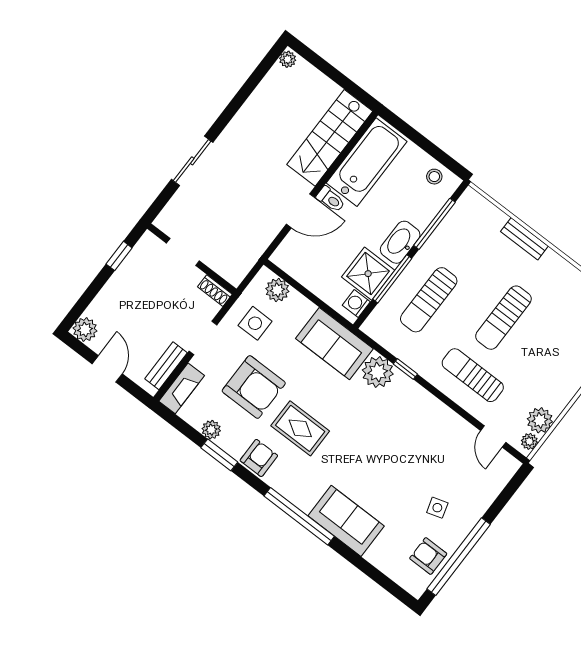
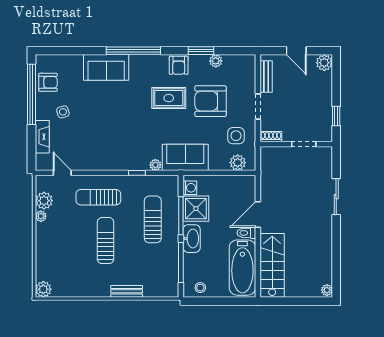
plant: (378, 372) -> (155, 165), width x0.53, depth x0.53
sun lounger: (473, 375) -> (98, 197), turned 180
fireplace: (182, 388) -> (42, 137), moved, turned 180
plant: (529, 441) -> (41, 216), moved

